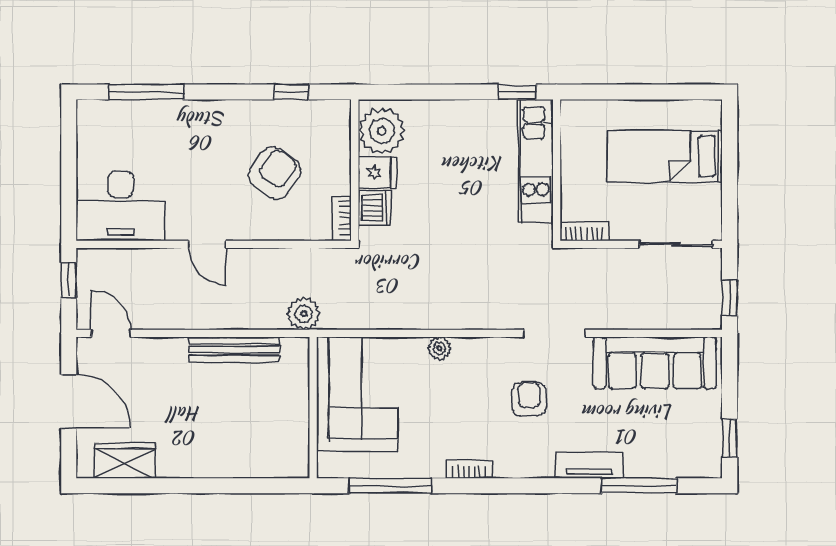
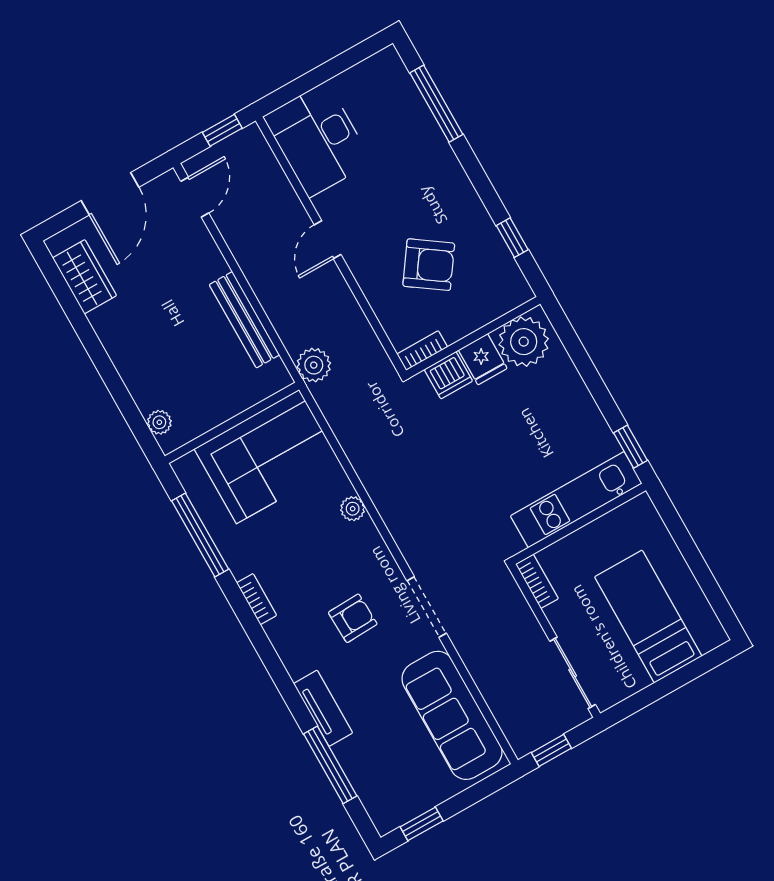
plant: (279, 467) -> (159, 422), added

